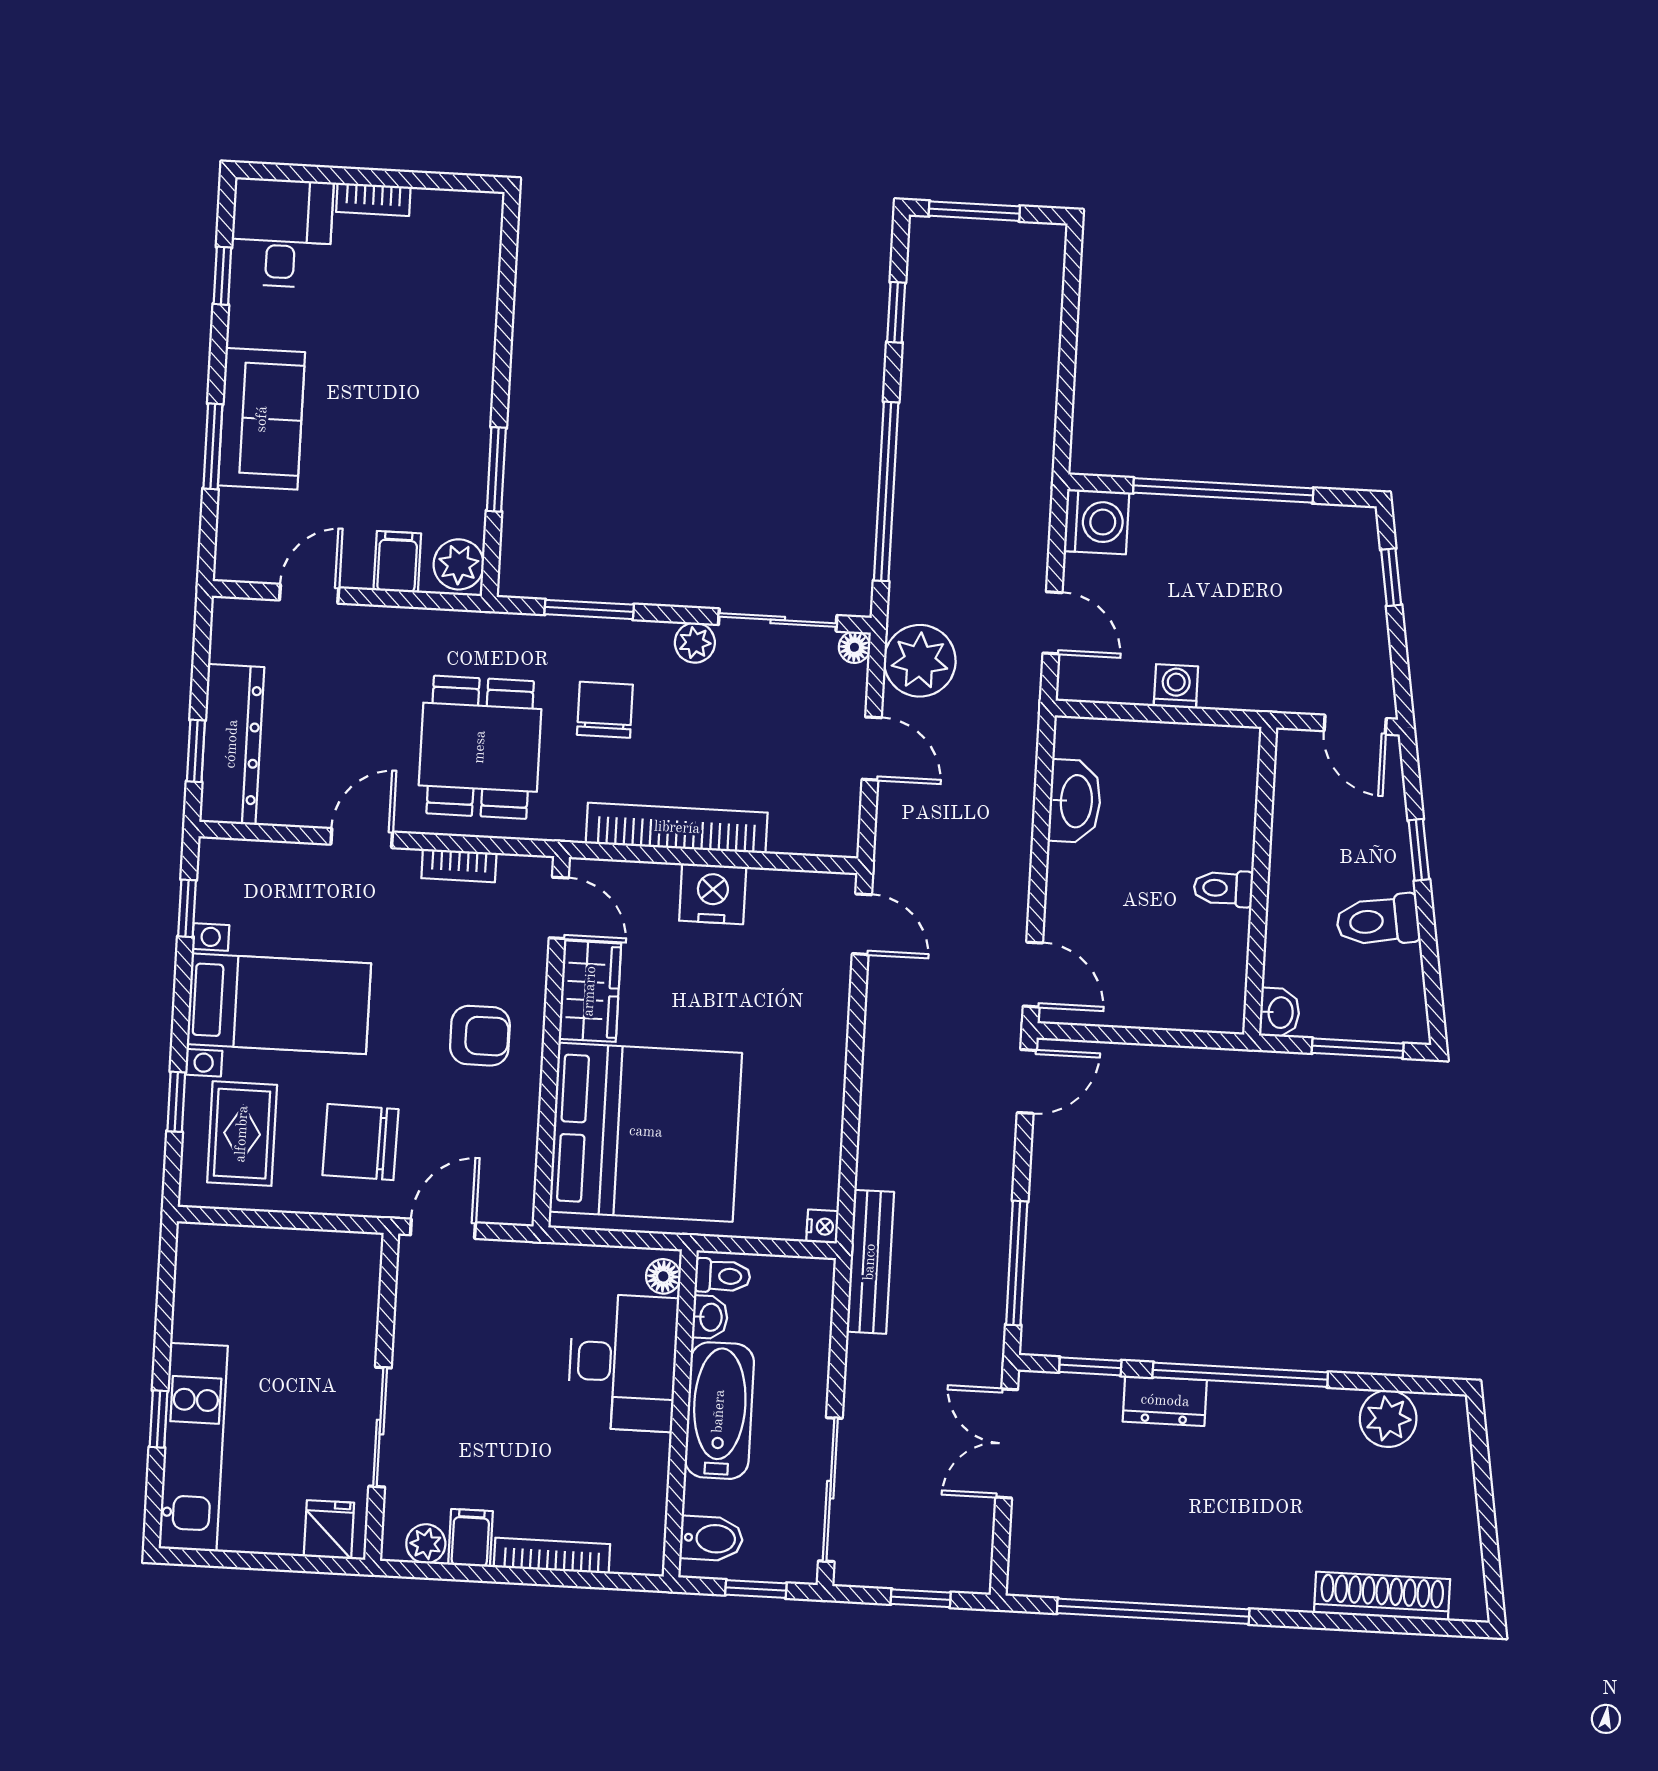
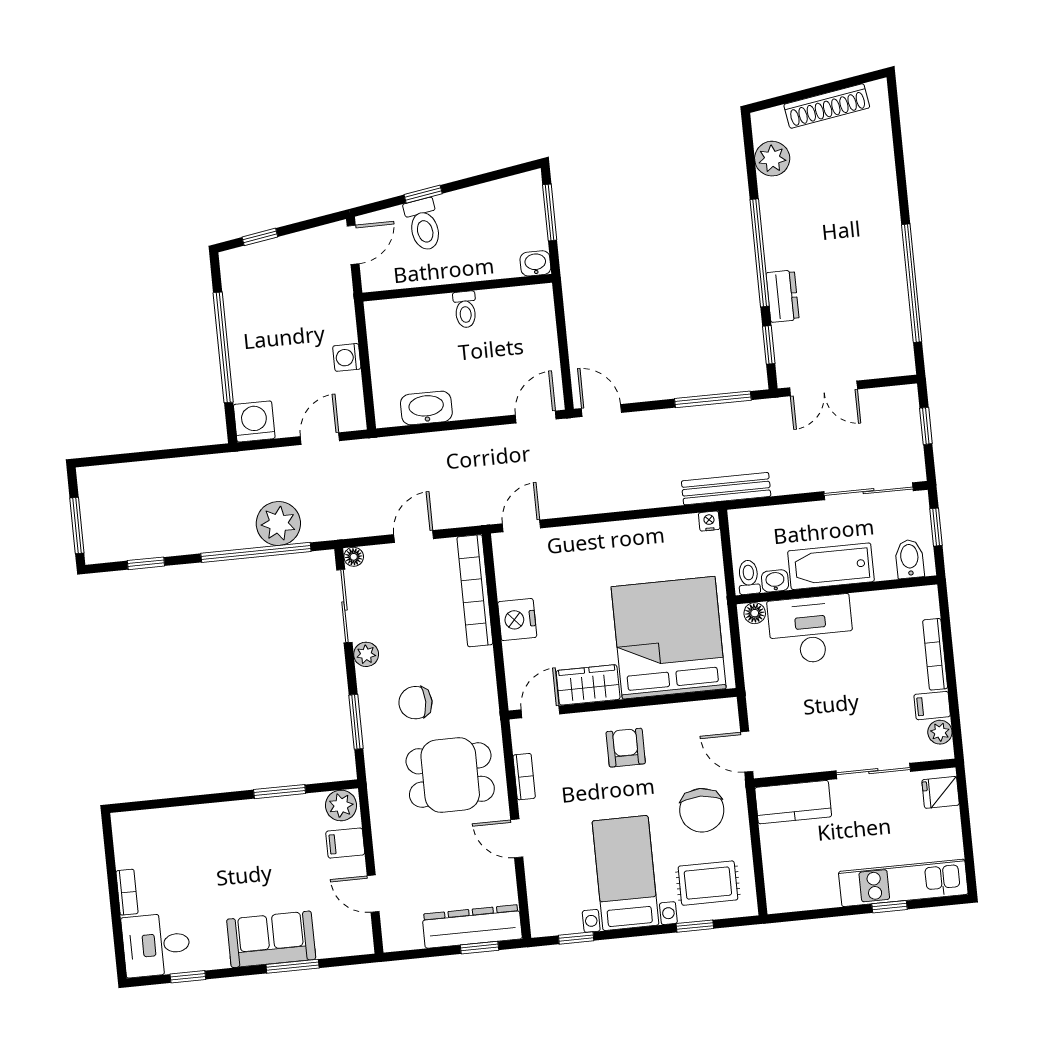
plant: (920, 661) -> (278, 523), moved
bookcase: (677, 828) -> (475, 591), moved
toilet: (1378, 921) -> (423, 225), moved
kitchen counter: (350, 1291) -> (793, 802), added
shoe rack: (1382, 1596) -> (827, 106), moved, turned -99

